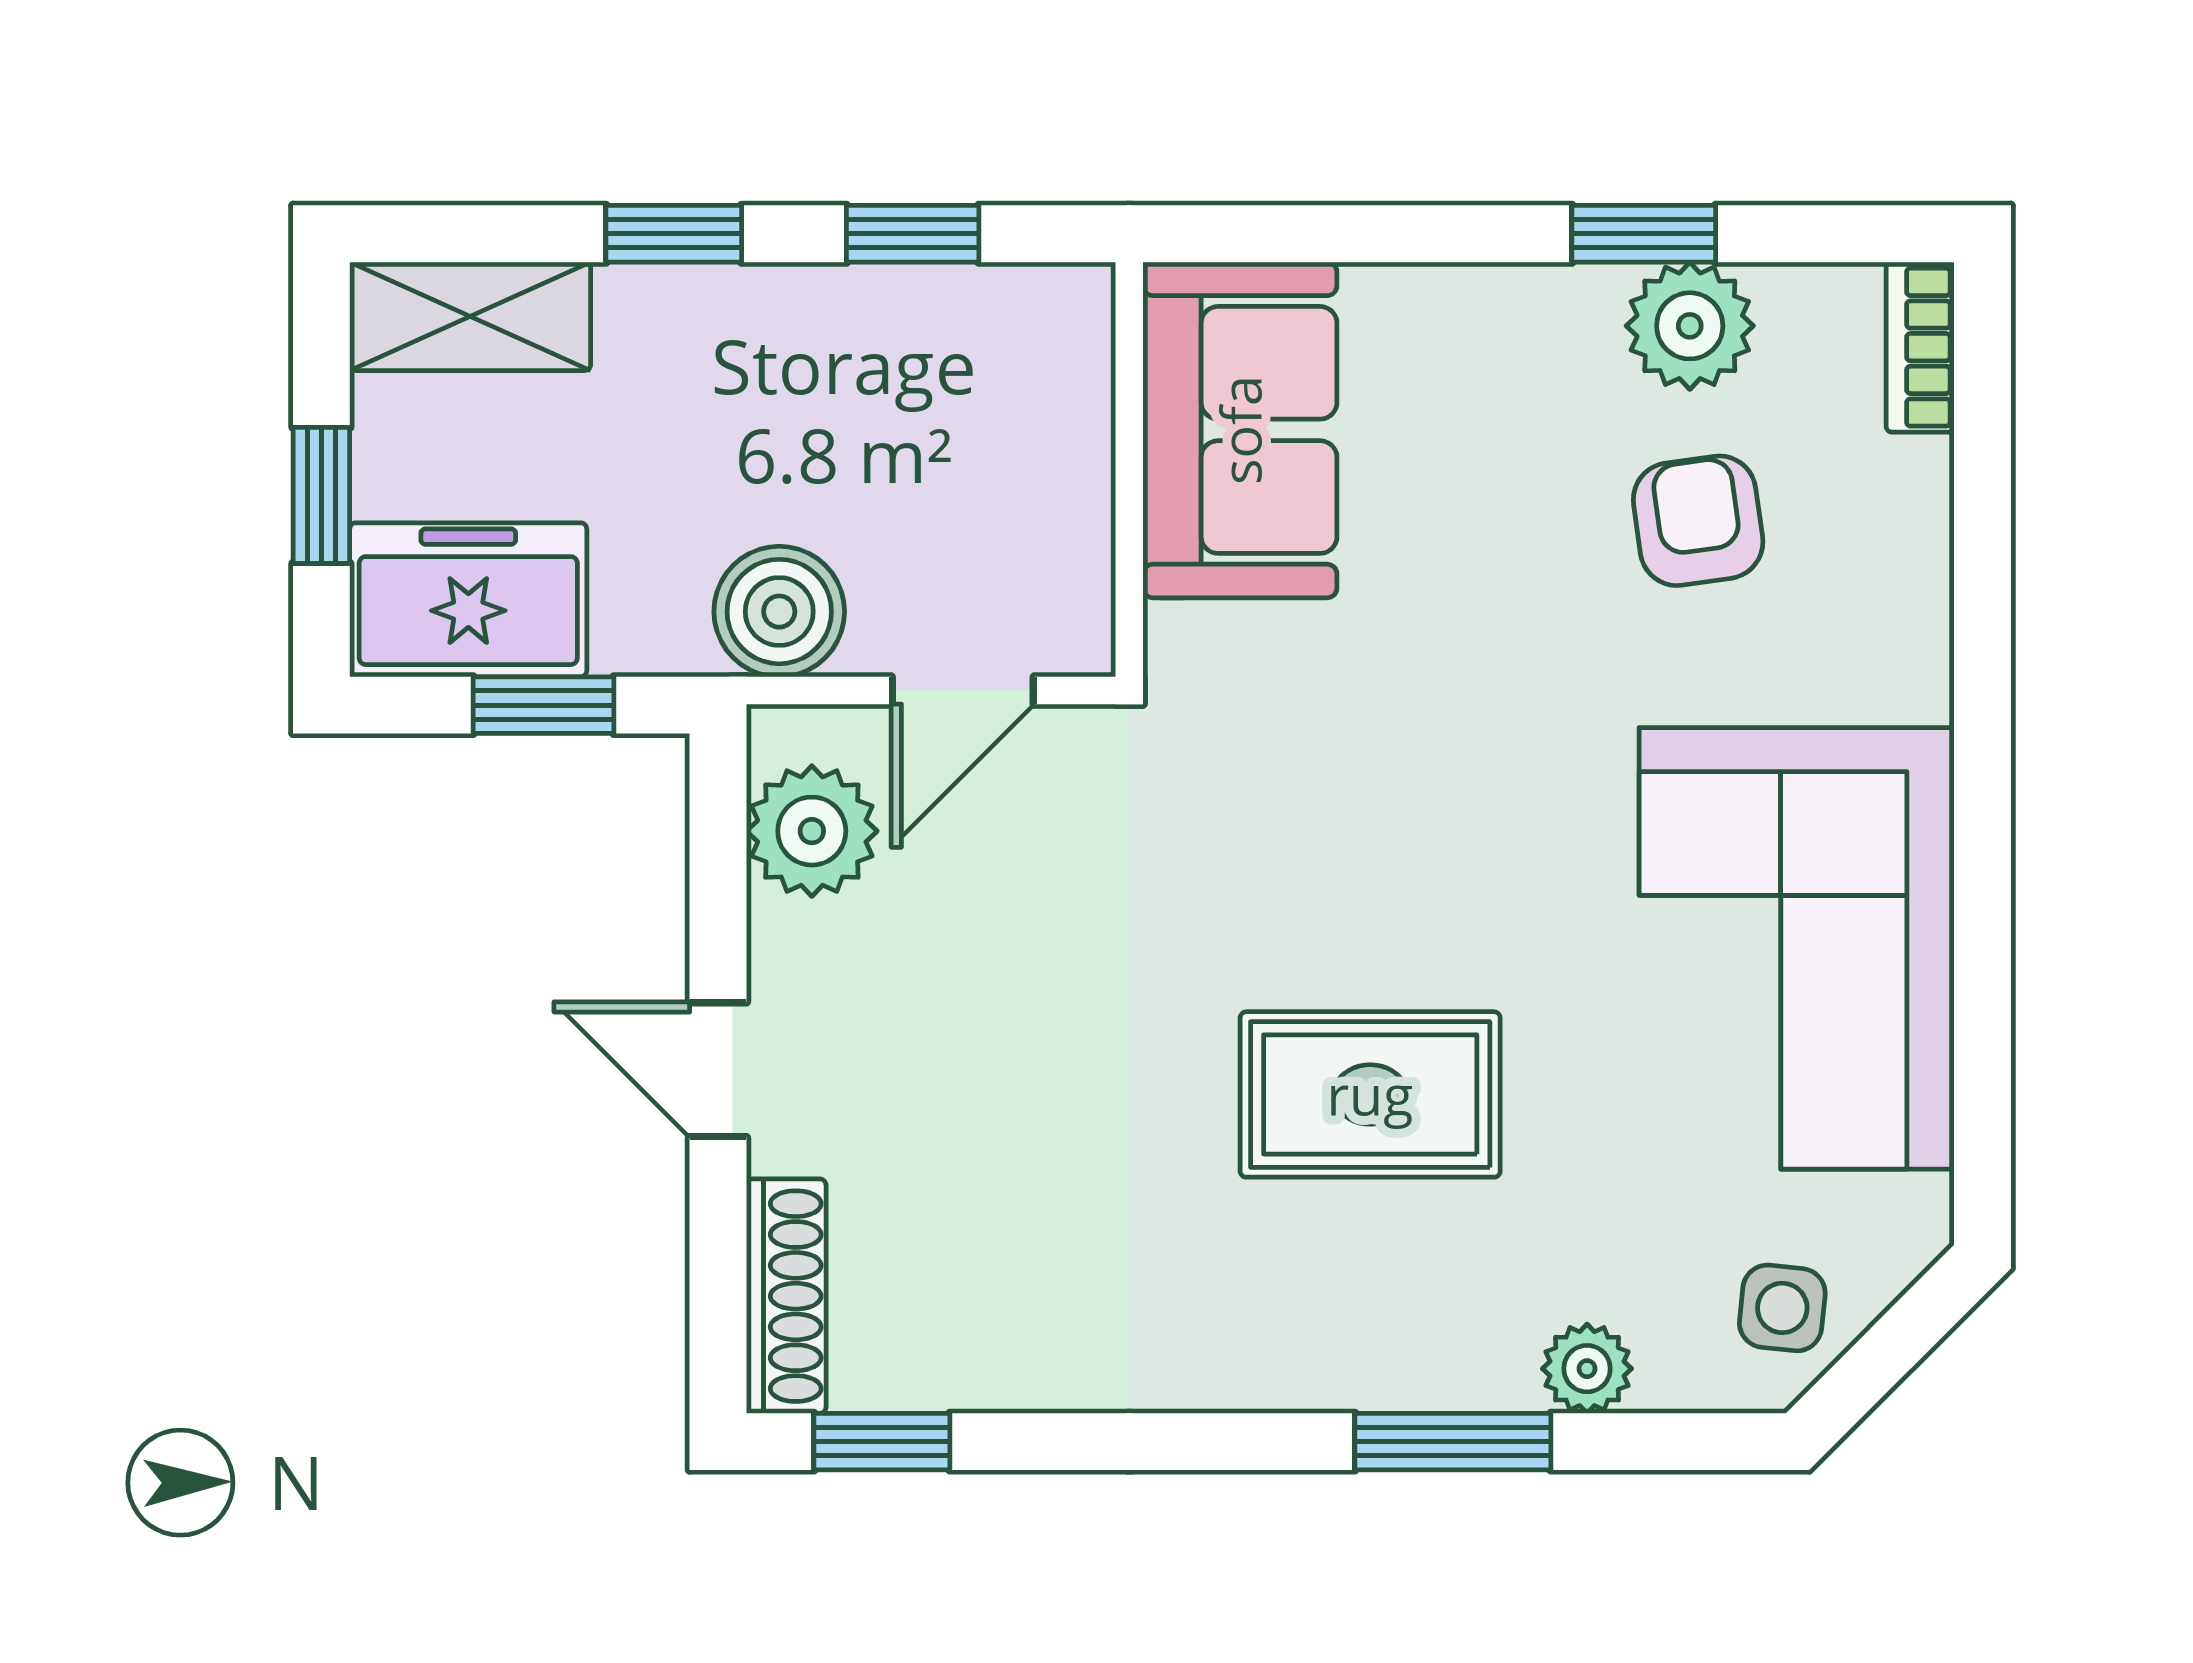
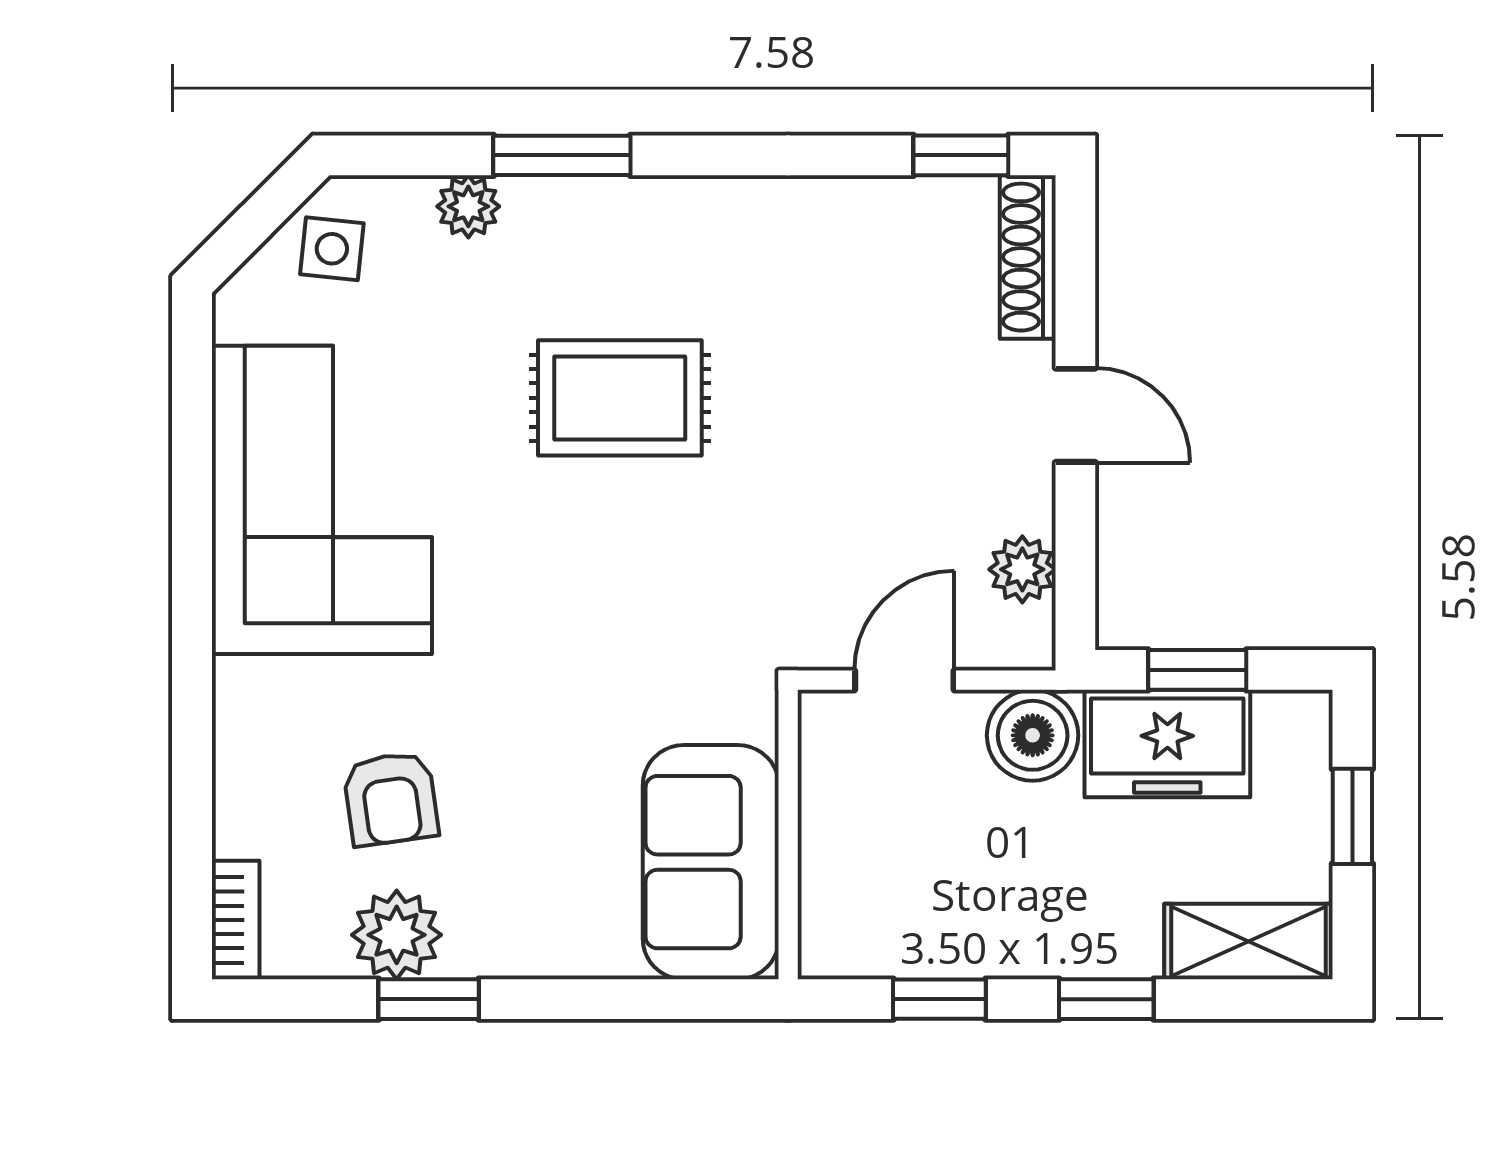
freezer: (468, 600) -> (1167, 743), moved
plant: (812, 831) -> (1022, 569), width x0.73, depth x0.73

